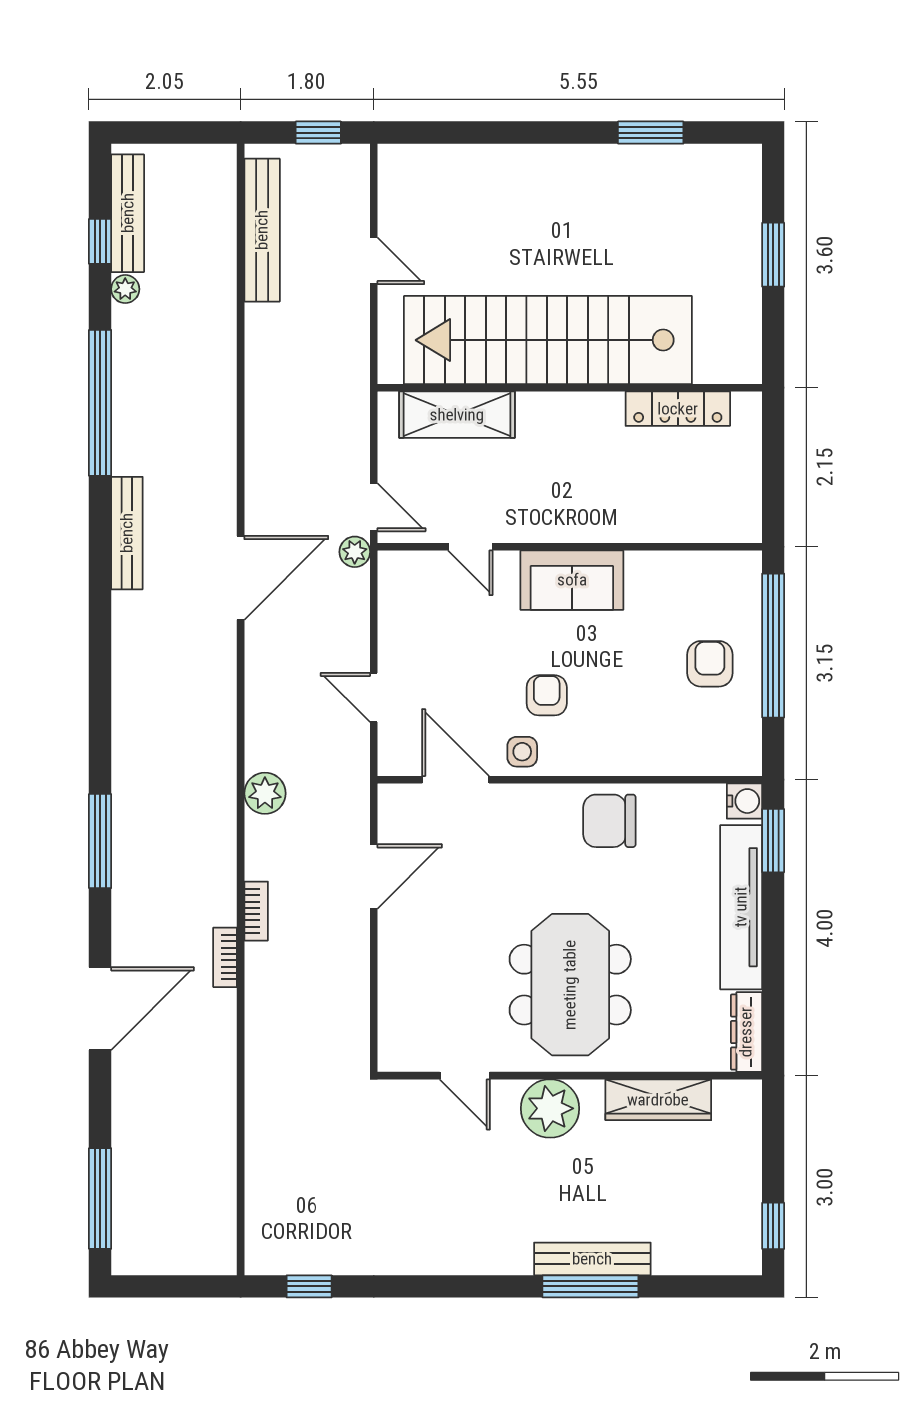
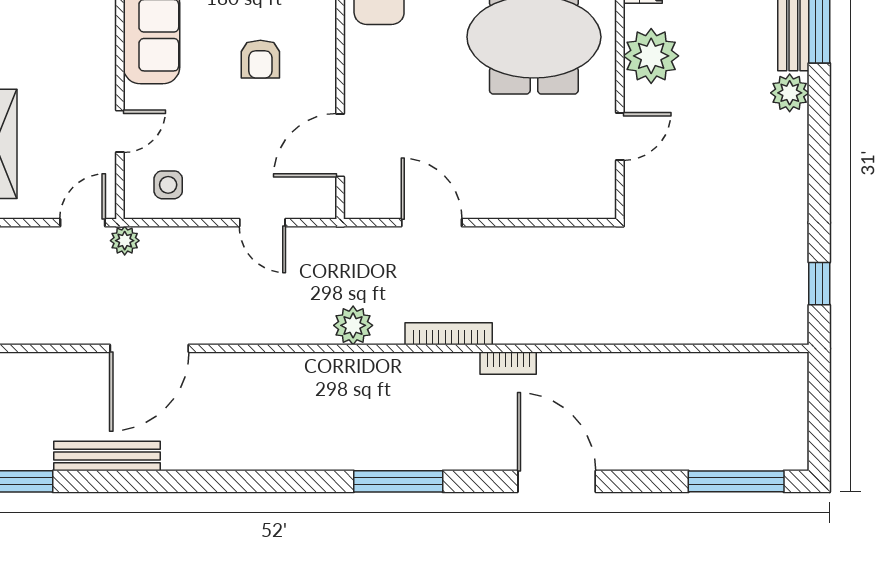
door: (241, 578) -> (149, 348), swing flipped
armchair: (547, 695) -> (260, 59), turned -90
door: (374, 697) -> (262, 223), hinge flipped
side table: (522, 752) -> (168, 185), moved
bookcase: (256, 911) -> (449, 334), width x1.56
plant: (511, 1255) -> (790, 93), added

